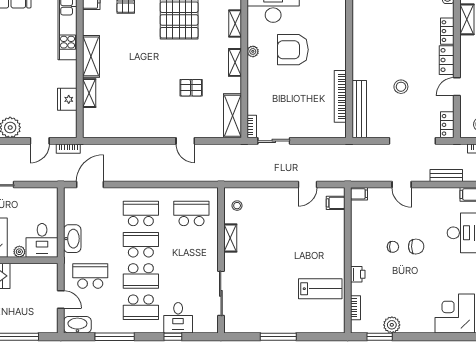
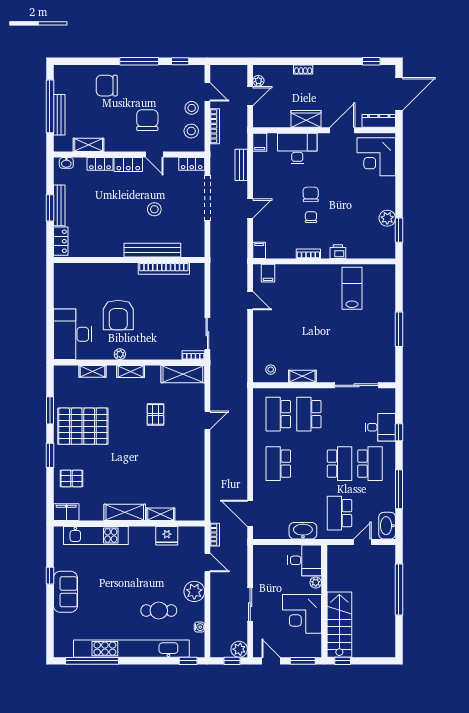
bench: (359, 109) -> (152, 250), moved
school desk: (141, 245) -> (309, 414), moved
bookcase: (355, 308) -> (308, 254), moved

